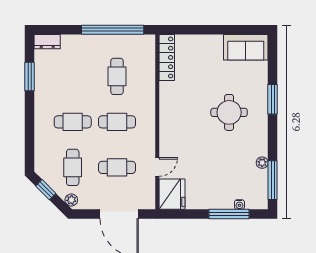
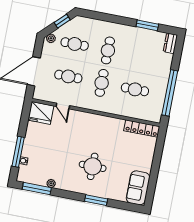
cafe table: (117, 167) -> (68, 76), turned 90

